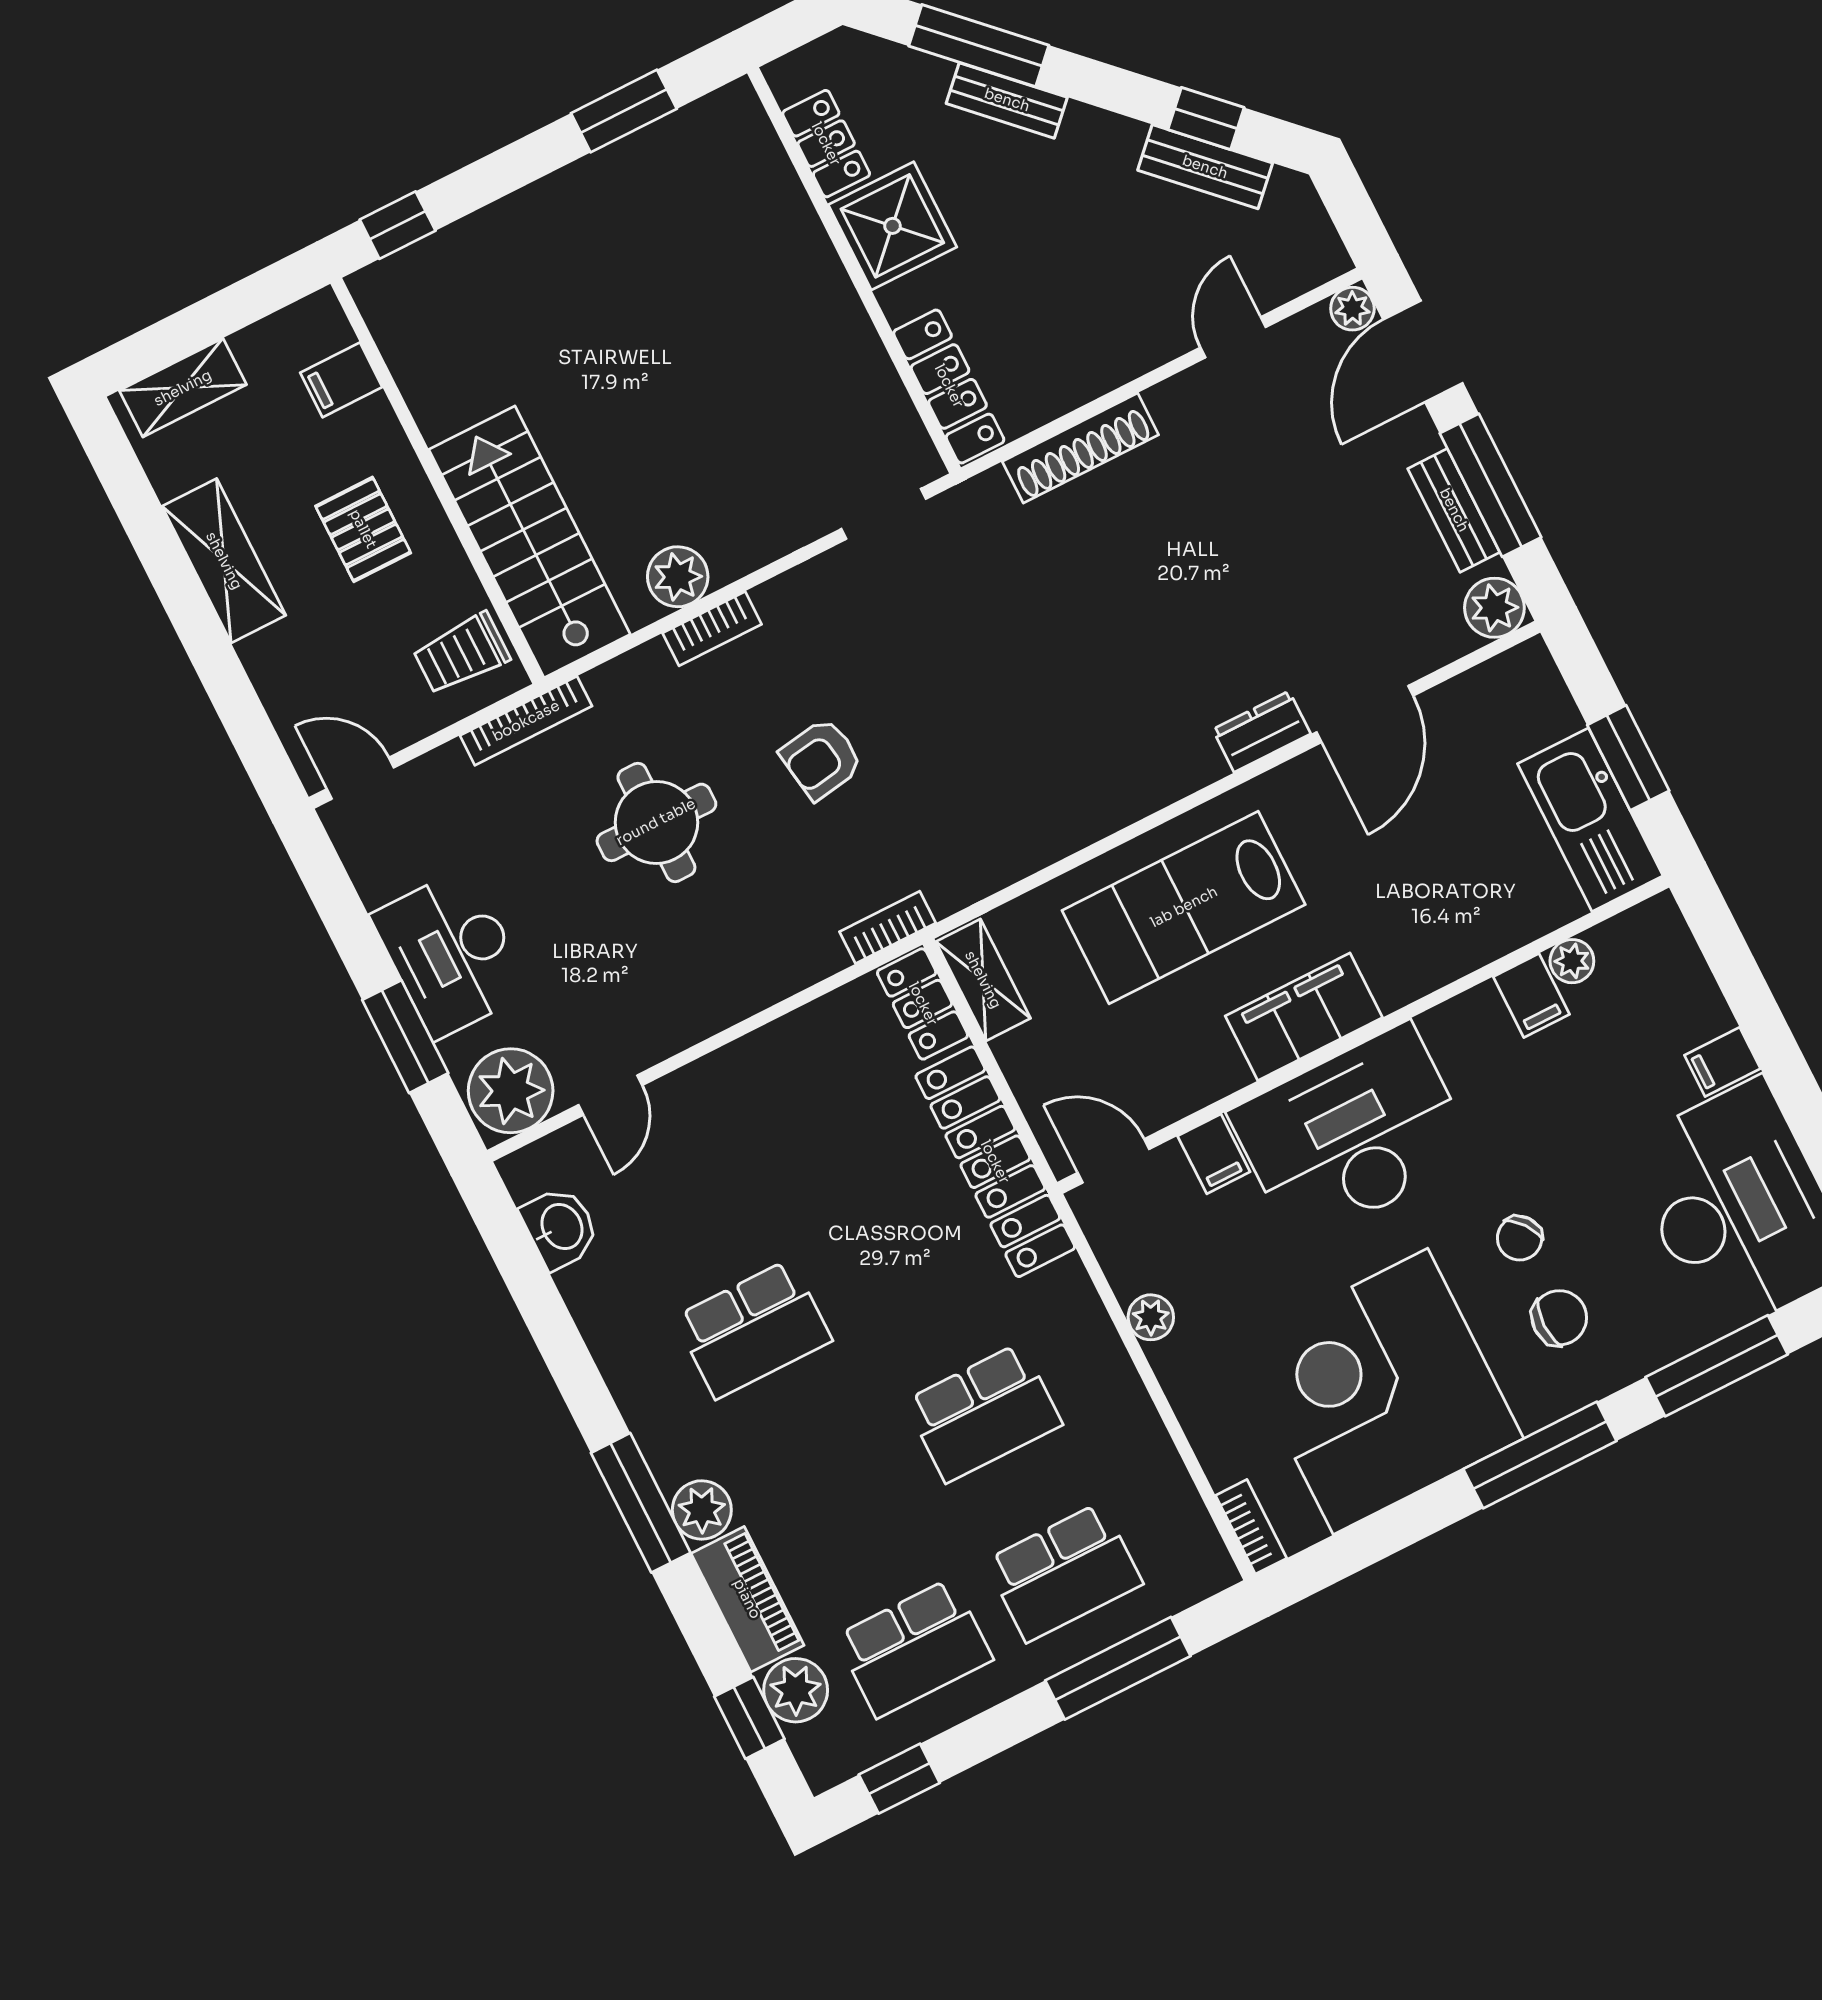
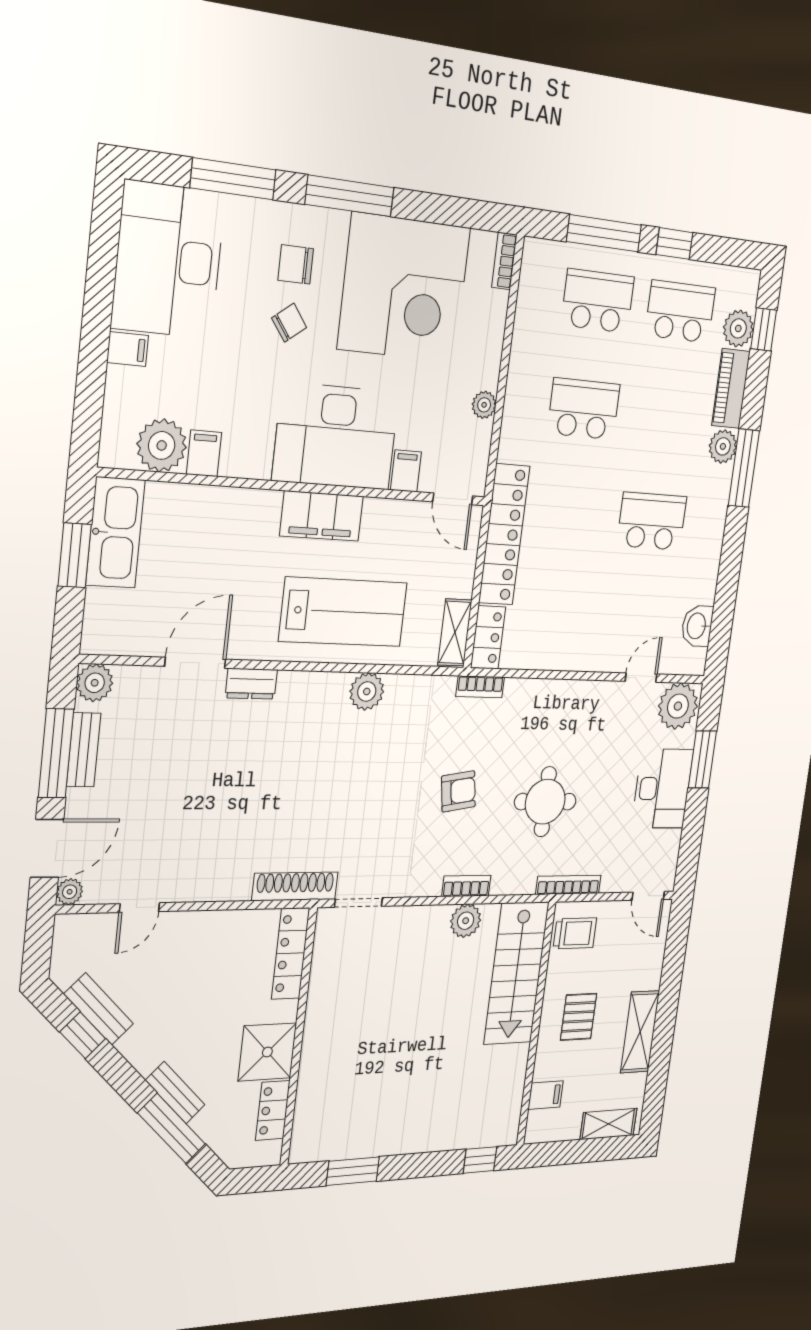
shoe rack: (1080, 448) -> (295, 886), moved
plant: (1072, 819) -> (367, 692), added
plant: (1572, 961) -> (162, 445), width x1.88, depth x1.88
window: (899, 1779) -> (674, 244), moved

